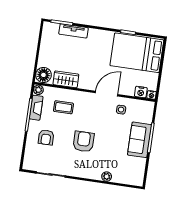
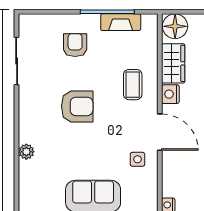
plant: (38, 90) -> (150, 22), removed
nightstand: (141, 92) -> (170, 94), moved
coffee table: (63, 107) -> (133, 85), moved
armchair: (46, 137) -> (75, 45), turned 90

